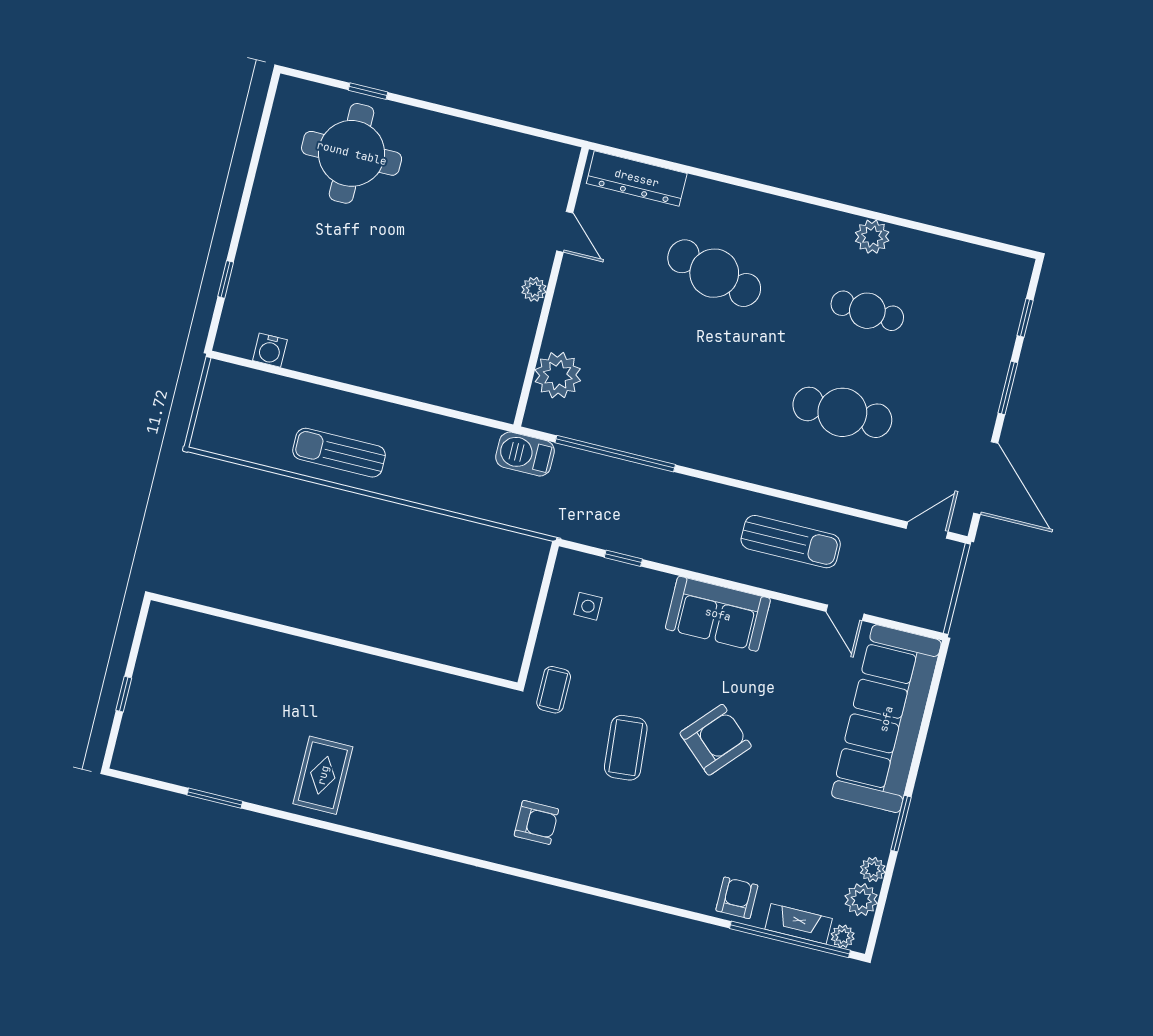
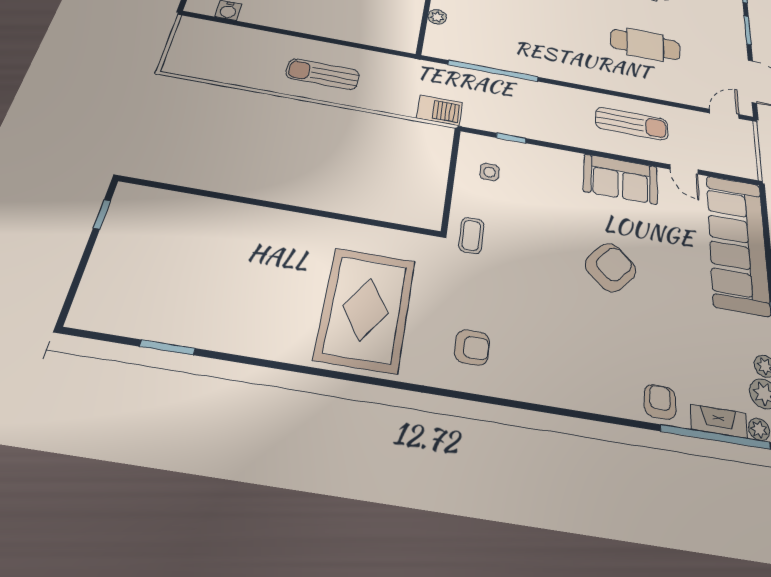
plant: (558, 375) -> (437, 17), width x0.53, depth x0.53
sun lounger: (339, 453) -> (323, 74), moved
barbecue: (525, 454) -> (440, 110), moved, turned 180
sofa: (718, 614) -> (620, 179), moved
window: (124, 694) -> (102, 214), moved
coffee table: (626, 748) -> (539, 278), removed
rug: (323, 775) -> (366, 309), moved, width x1.86, depth x2.06

